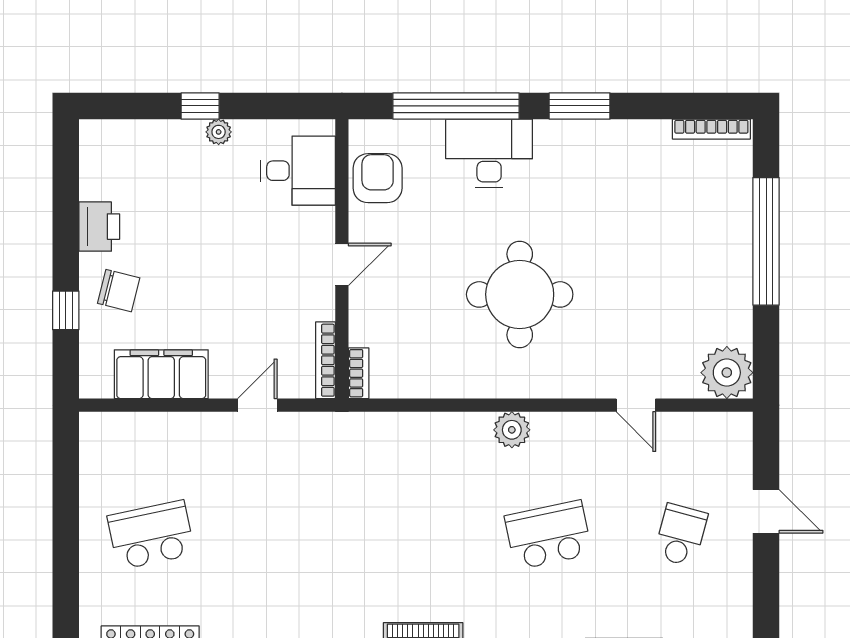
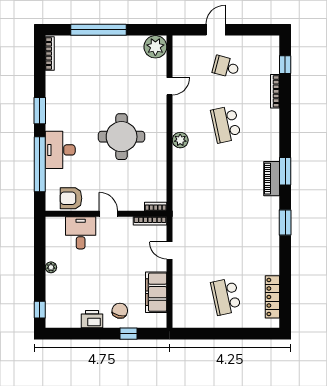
window: (200, 106) -> (40, 310), moved
desk: (298, 171) -> (81, 233), moved

